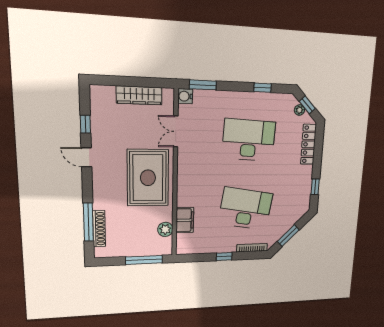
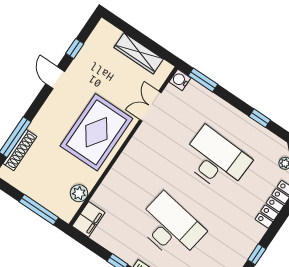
filing cabinet: (185, 220) -> (88, 219), moved

